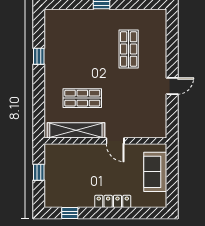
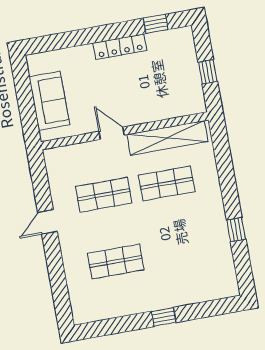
shop shelf: (129, 49) -> (116, 262), turned 90
shop shelf: (129, 98) -> (104, 195), added
locker: (113, 201) -> (120, 47), moved

